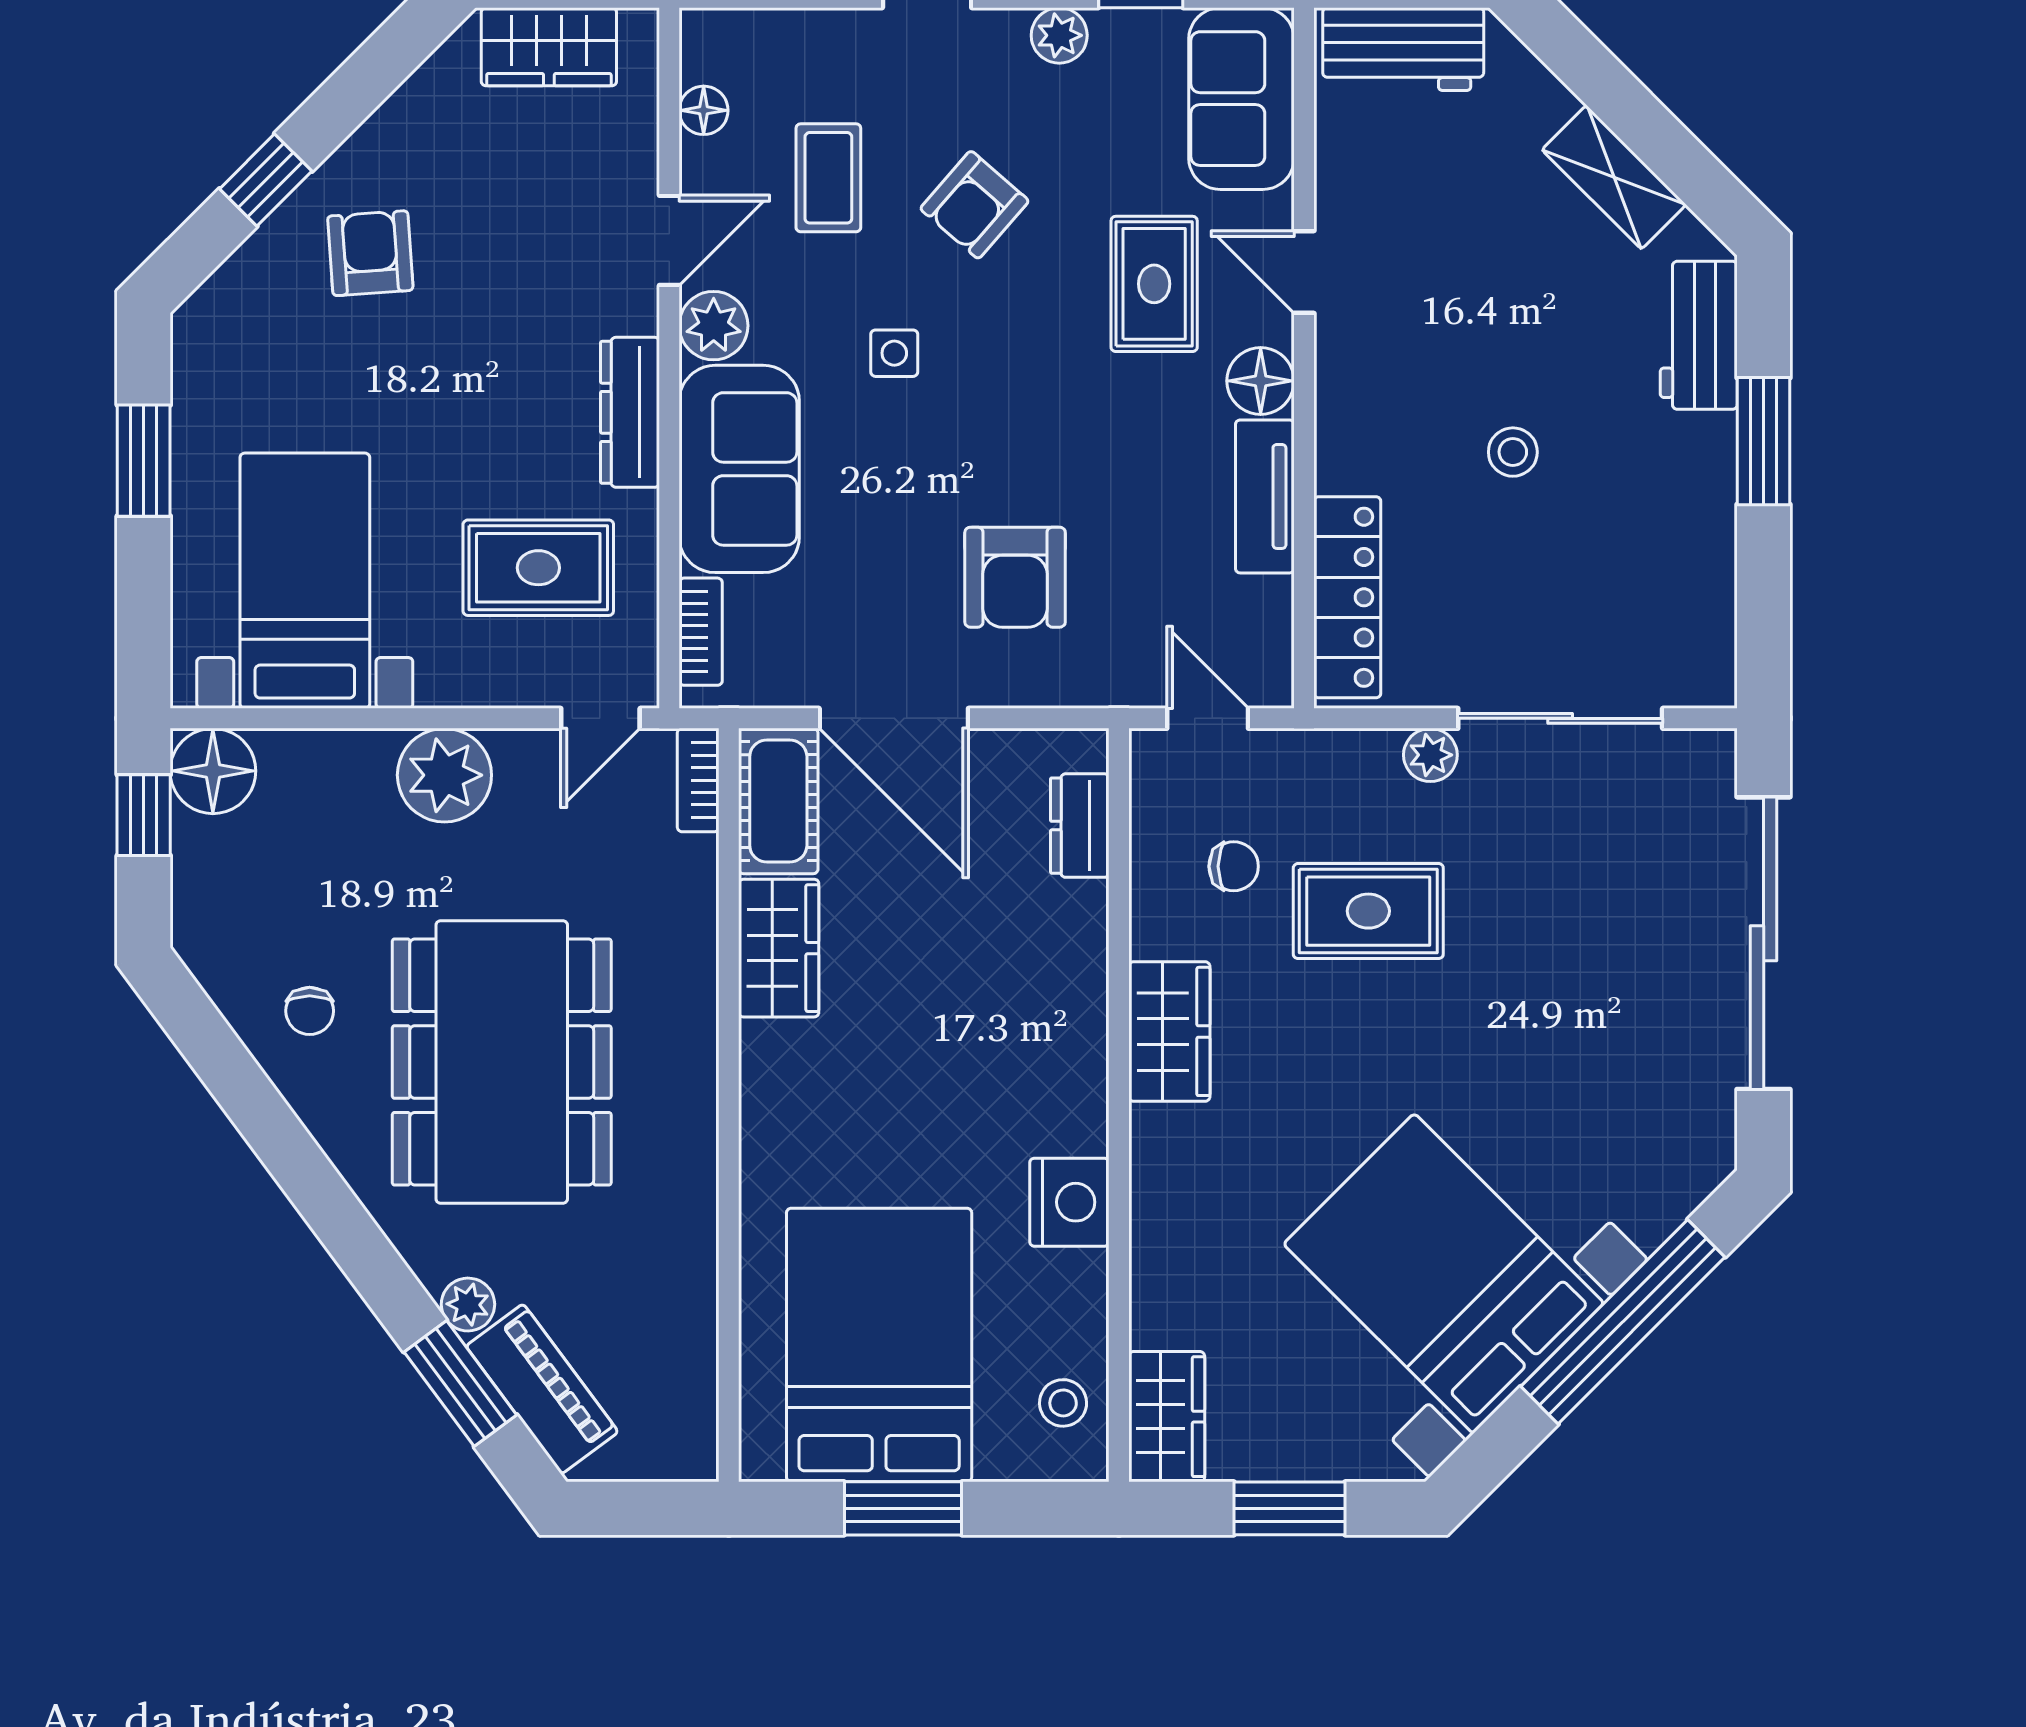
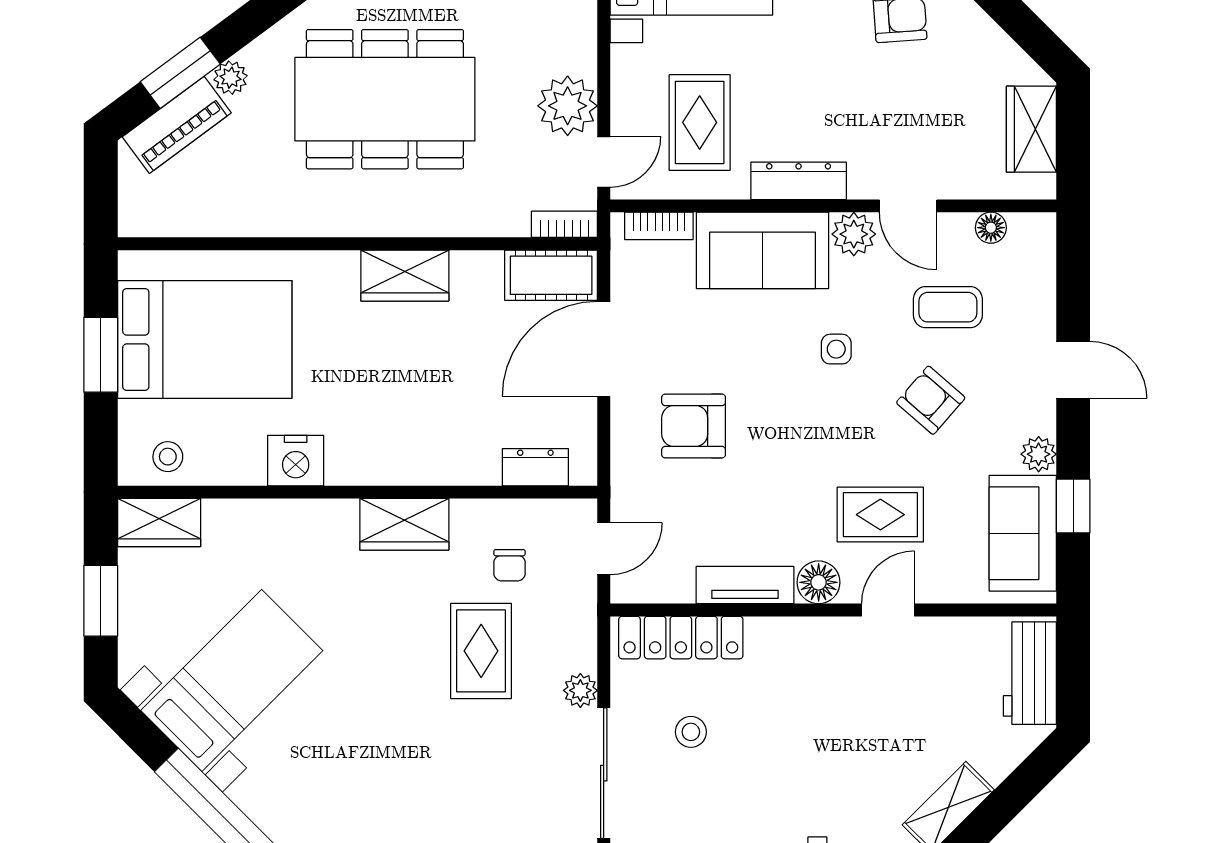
sofa: (1241, 99) -> (1023, 533), moved, turned -90
stool: (1513, 452) -> (691, 732), moved
door: (600, 718) -> (604, 162), swing flipped
plant: (444, 775) -> (568, 106), moved
wardrobe: (779, 948) -> (405, 276), moved
bed with nightstands: (1444, 1273) -> (232, 680), width x0.73

